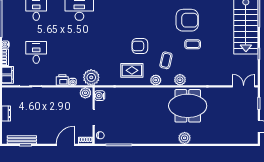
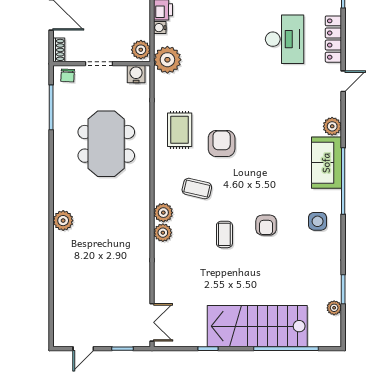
armchair: (187, 20) -> (266, 225), width x0.53, depth x0.53
plant: (156, 80) -> (163, 233), moved
meeting table: (188, 106) -> (106, 144), moved

